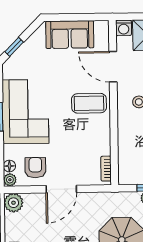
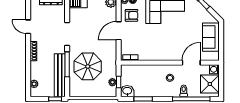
coffee table: (89, 103) -> (170, 48), removed
door: (61, 189) -> (119, 31), hinge flipped

